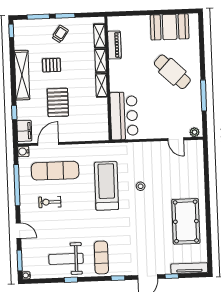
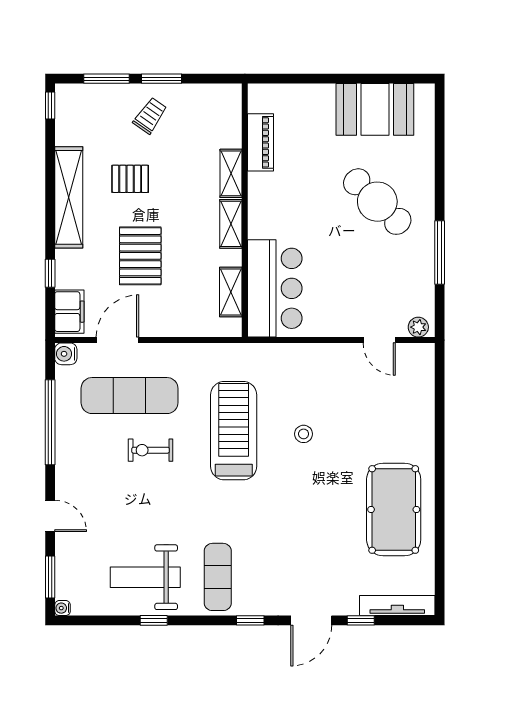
shelving: (100, 36) -> (231, 292), moved
exercise bike: (50, 202) -> (151, 450), moved

